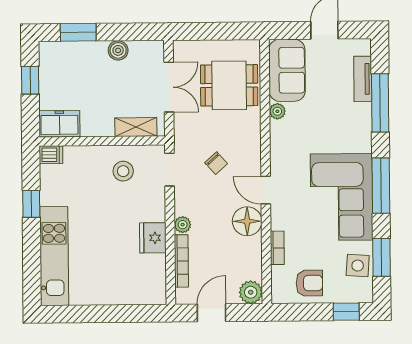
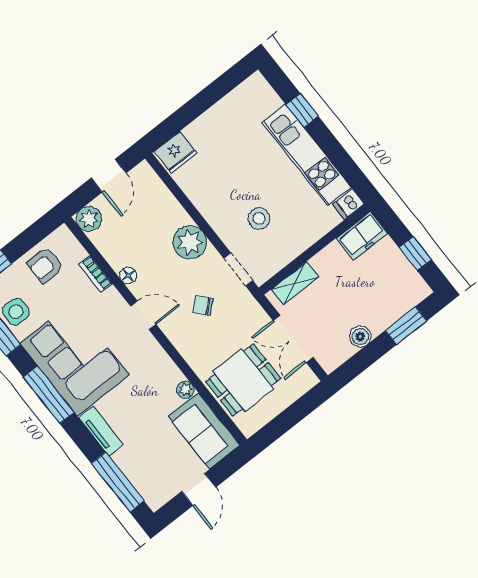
tv unit: (363, 79) -> (101, 431), moved
window: (380, 103) -> (118, 482), moved
stool: (123, 171) -> (259, 218), moved
window: (31, 204) -> (302, 110), moved
floor lamp: (247, 221) -> (128, 275), width x0.53, depth x0.53
plant: (183, 225) -> (190, 242), width x1.87, depth x1.87
fridge: (153, 238) -> (175, 152), moved, turned 90
kitchen unit: (54, 256) -> (307, 155), moved
bookcase: (181, 261) -> (168, 200), removed

